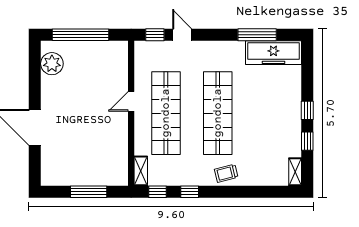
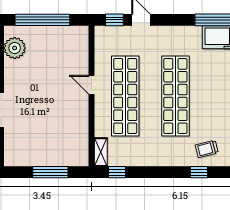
door: (131, 101) -> (91, 85), hinge flipped
trolley: (226, 173) -> (207, 149), moved
window: (190, 192) -> (199, 172), moved

